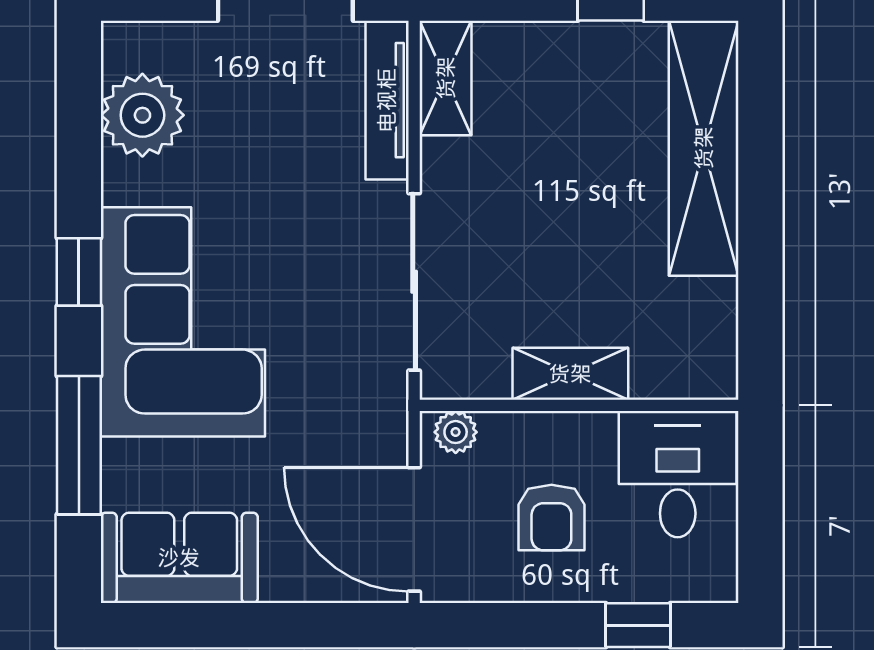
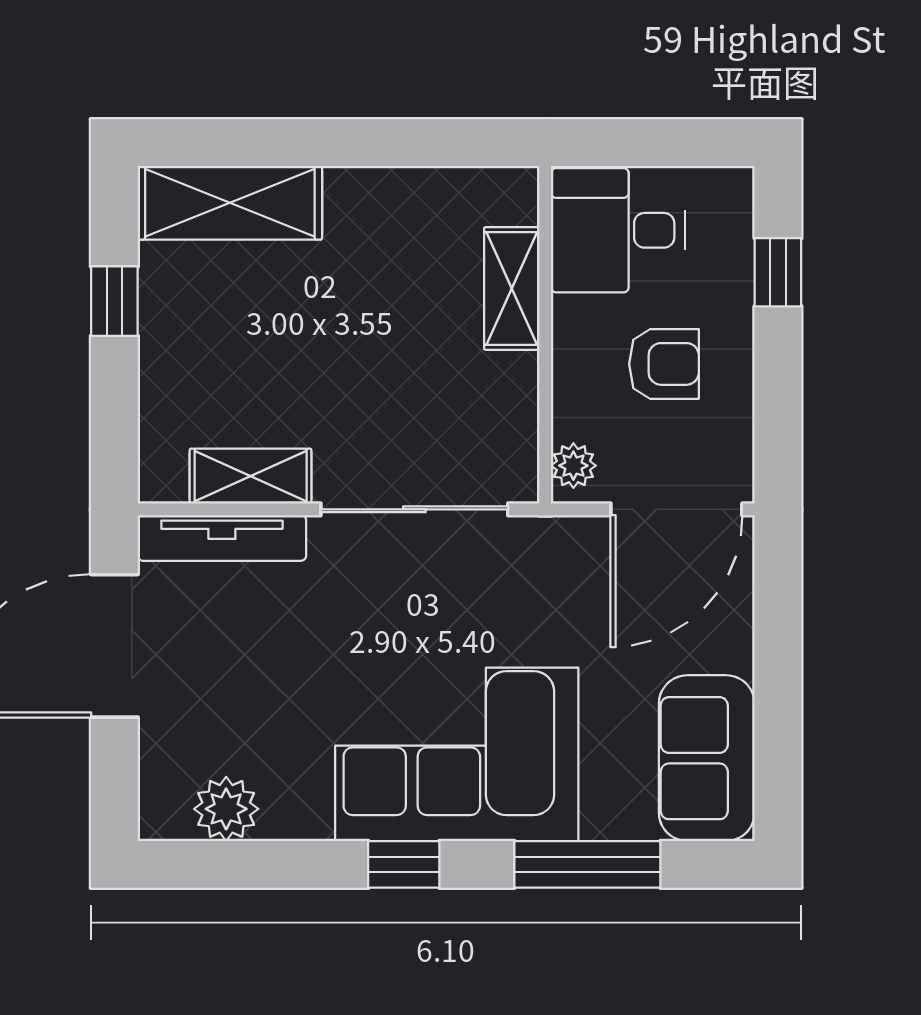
shelving: (446, 78) -> (251, 476), moved
plant: (142, 115) -> (226, 809), width x0.73, depth x0.73
shelving: (704, 148) -> (230, 203), width x0.68
shelving: (570, 374) -> (512, 288), moved

